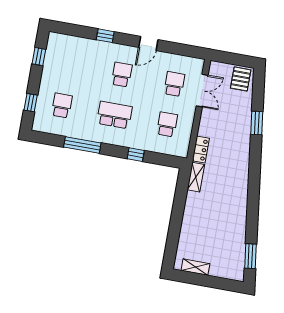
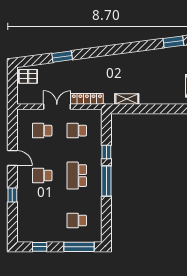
double door: (202, 91) -> (57, 107), moved
window: (31, 103) -> (79, 247), width x2.17
window: (82, 145) -> (106, 181), moved
locker: (201, 150) -> (87, 99), width x1.53
shelving: (196, 177) -> (127, 99), moved

